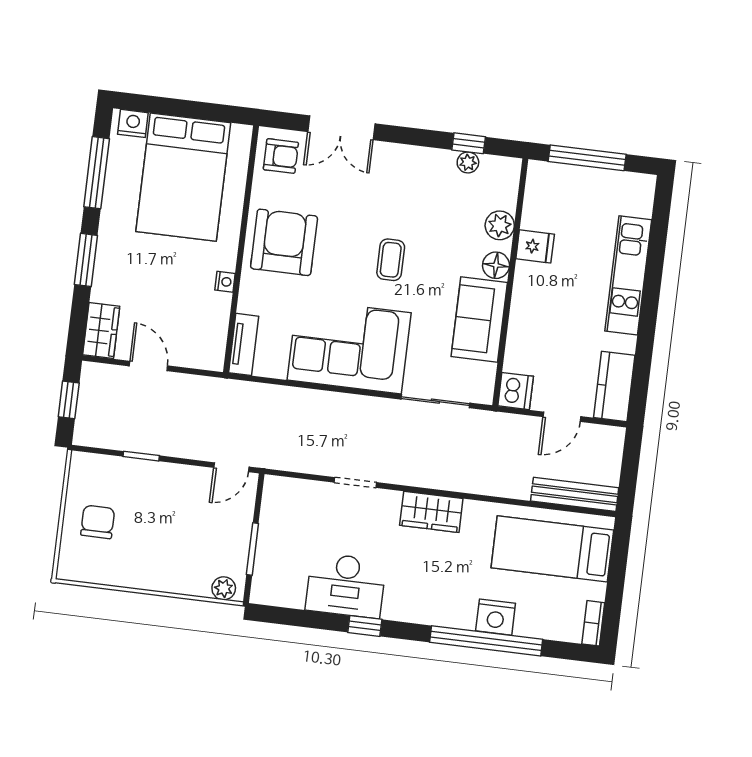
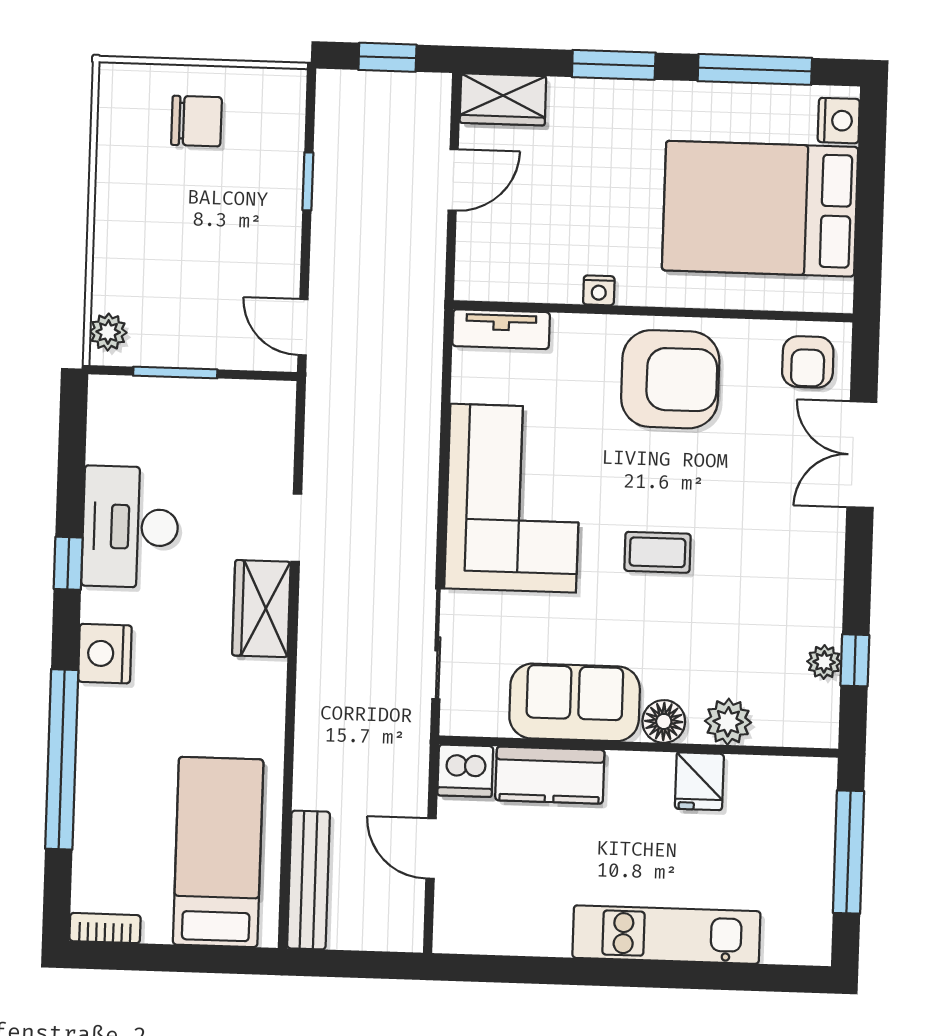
kitchen counter: (614, 386) -> (550, 775), moved, turned 180
wardrobe: (431, 512) -> (261, 609), moved
nightstand: (496, 617) -> (105, 654), moved

